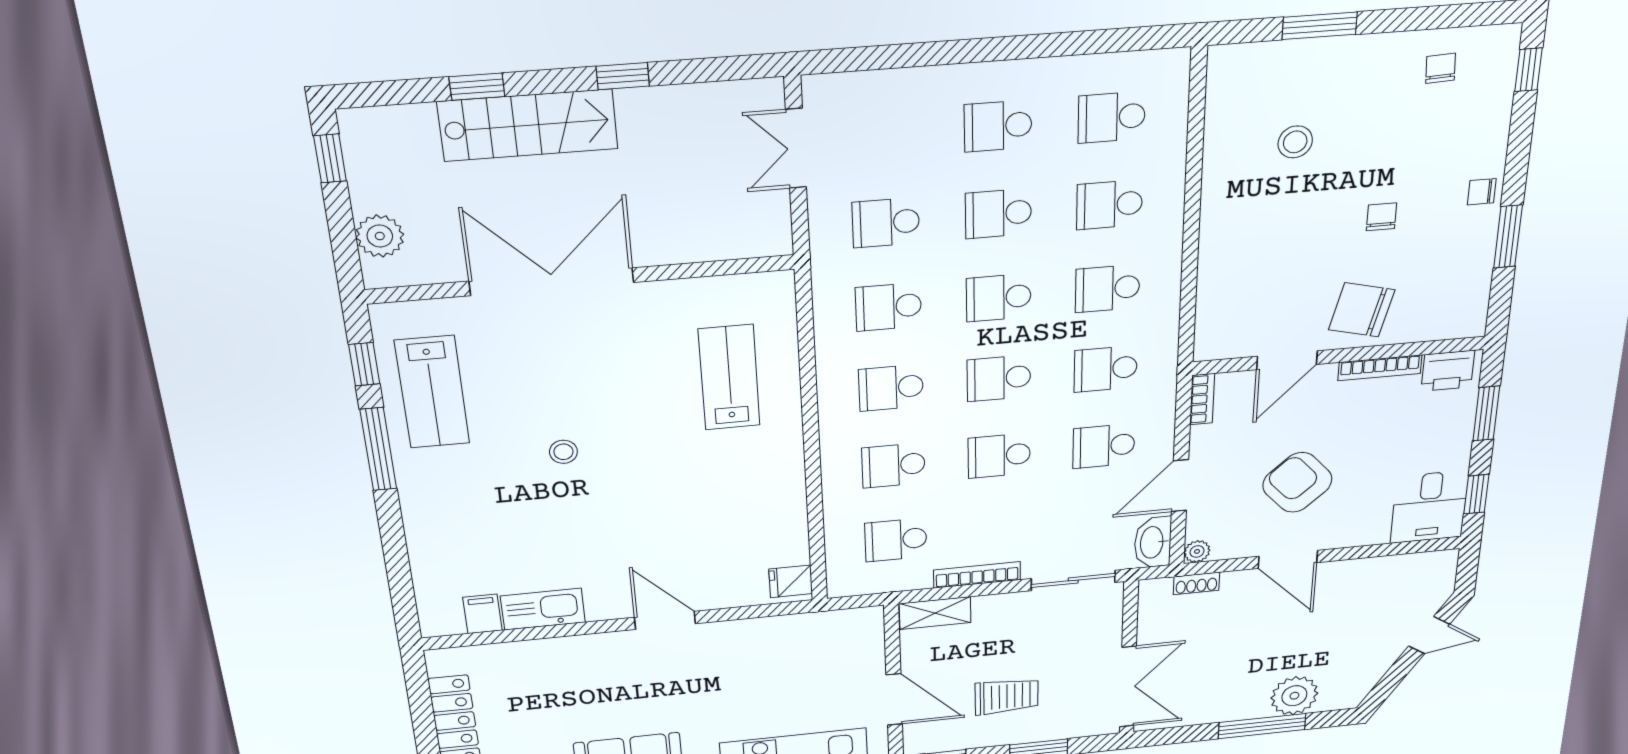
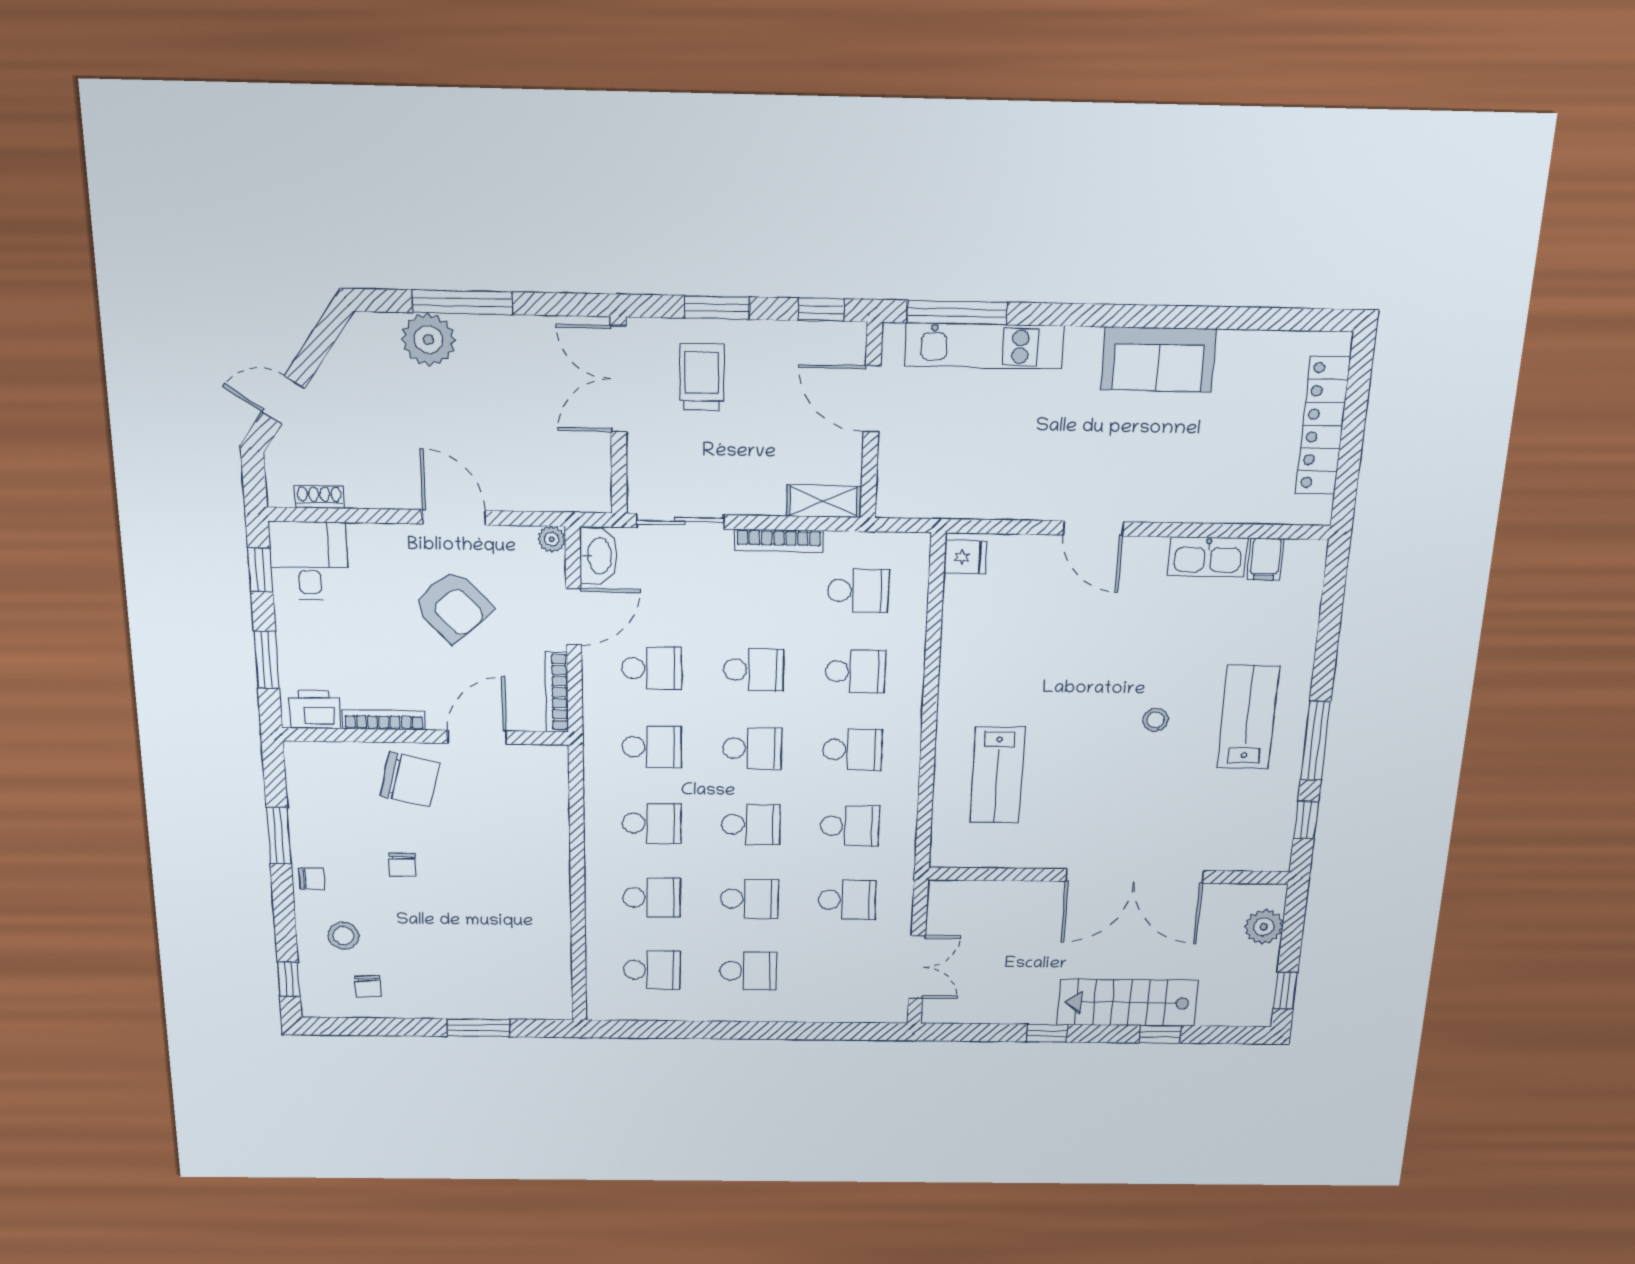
stool: (1295, 142) -> (343, 936), moved
lab bench: (432, 392) -> (1248, 717), moved
bookcase: (1202, 399) -> (557, 692), width x1.56
shoe rack: (1197, 583) -> (319, 497), moved
trolley: (1007, 696) -> (702, 377), moved, turned 90

